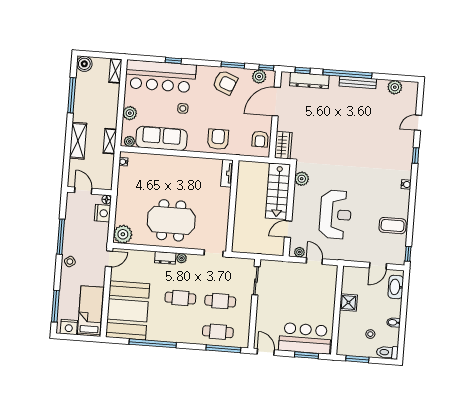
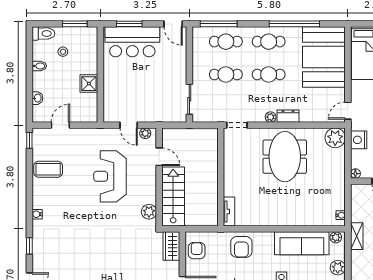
nightstand: (102, 213) -> (359, 140), moved
meeting table: (171, 220) -> (285, 157), turned 90
door: (288, 229) -> (159, 157), hinge flipped
washbasin: (396, 287) -> (37, 98), width x0.52, depth x0.69
cafe table: (178, 329) -> (269, 42), added

